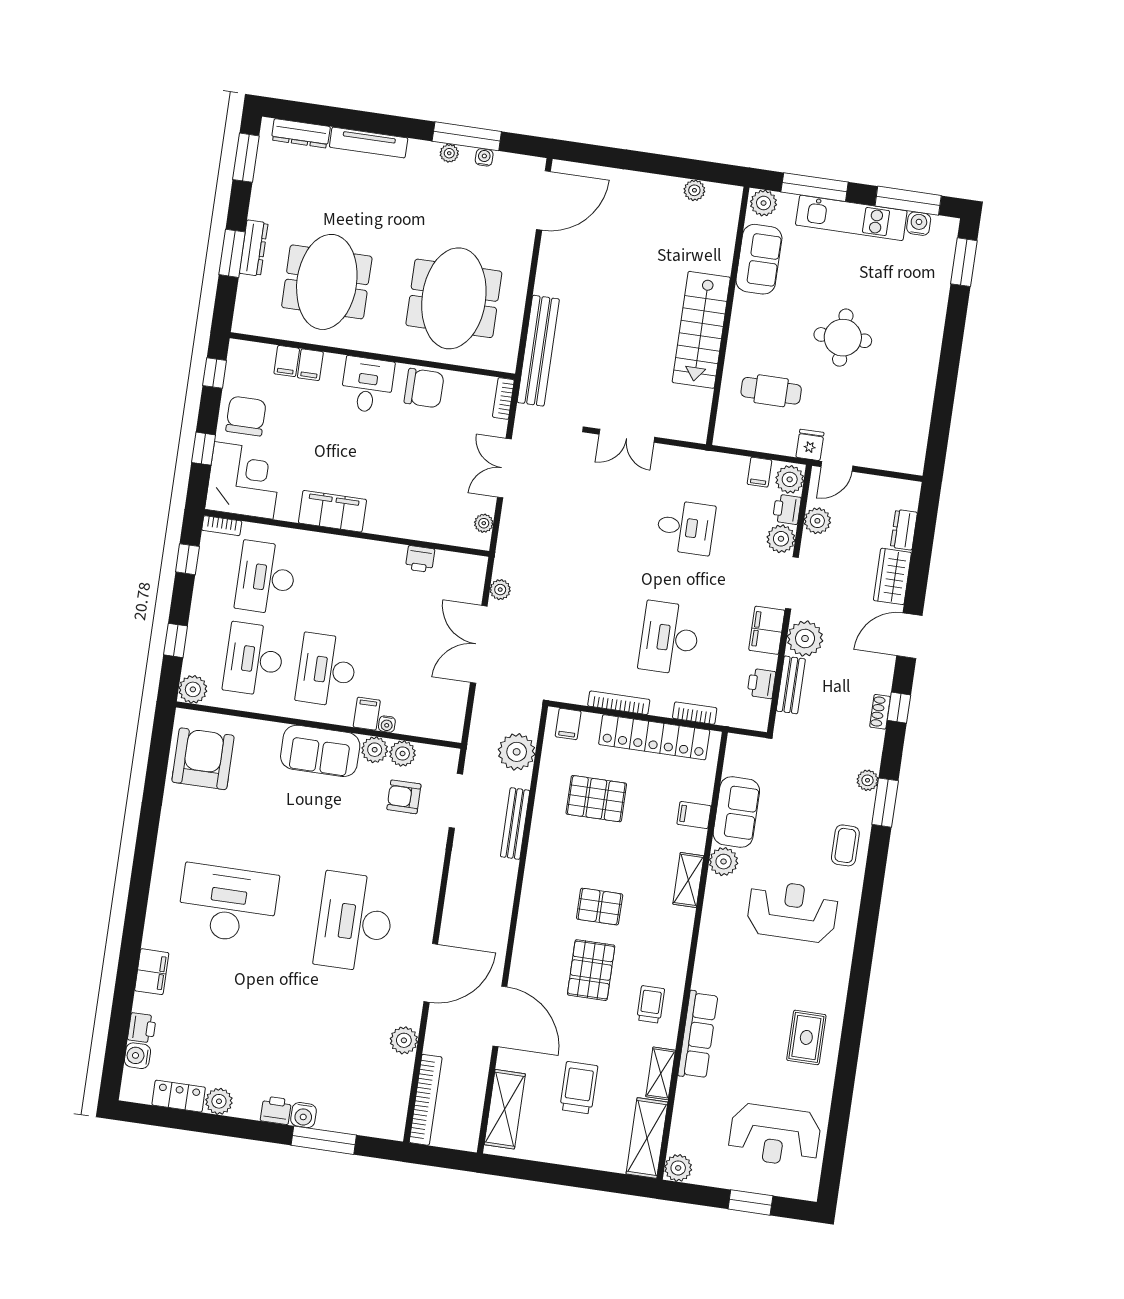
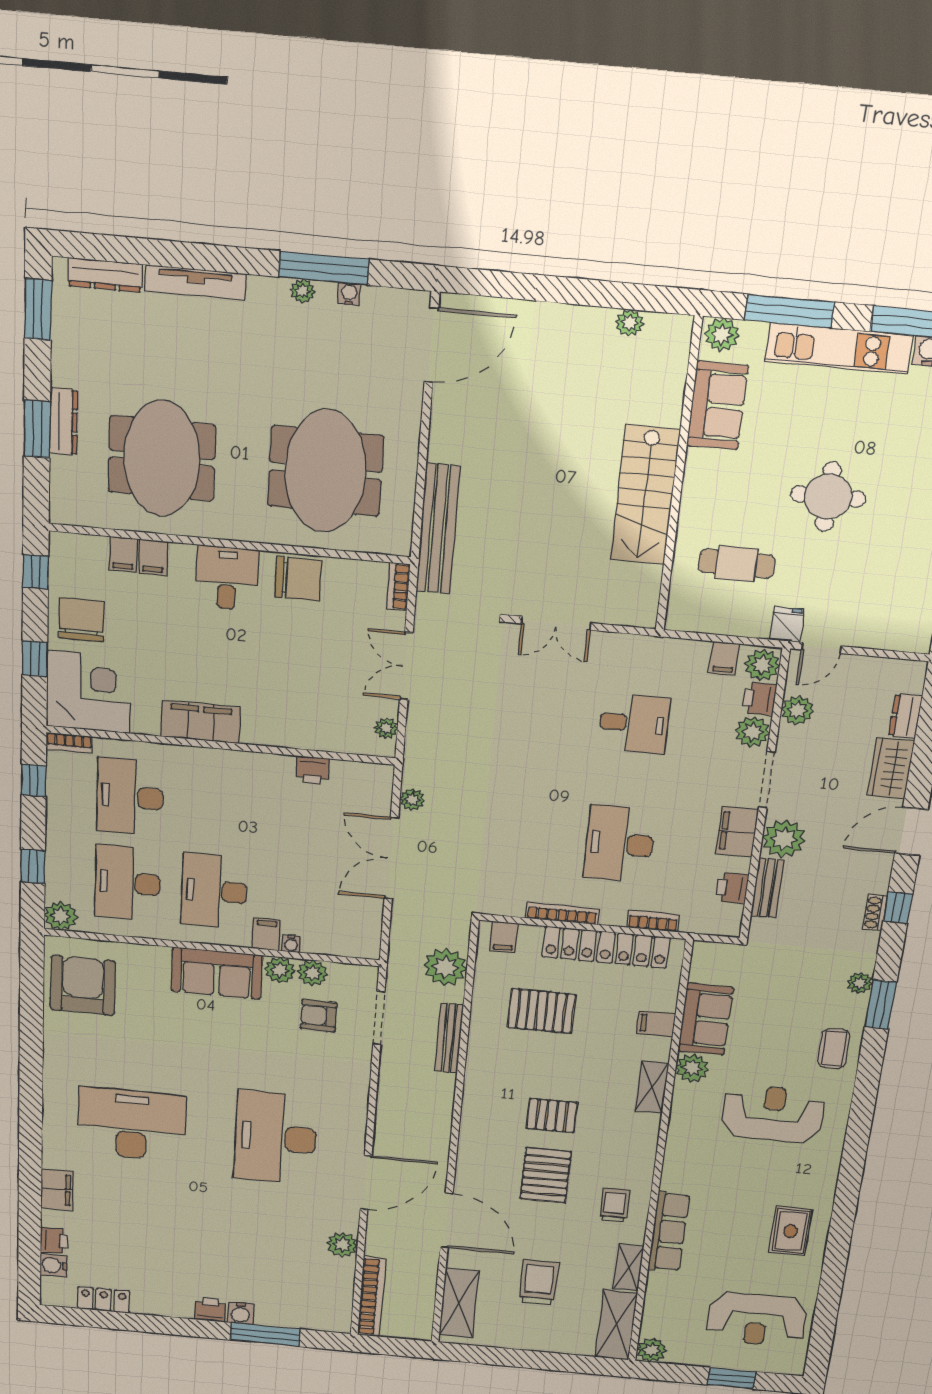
plant: (219, 1101) -> (148, 1303), removed

